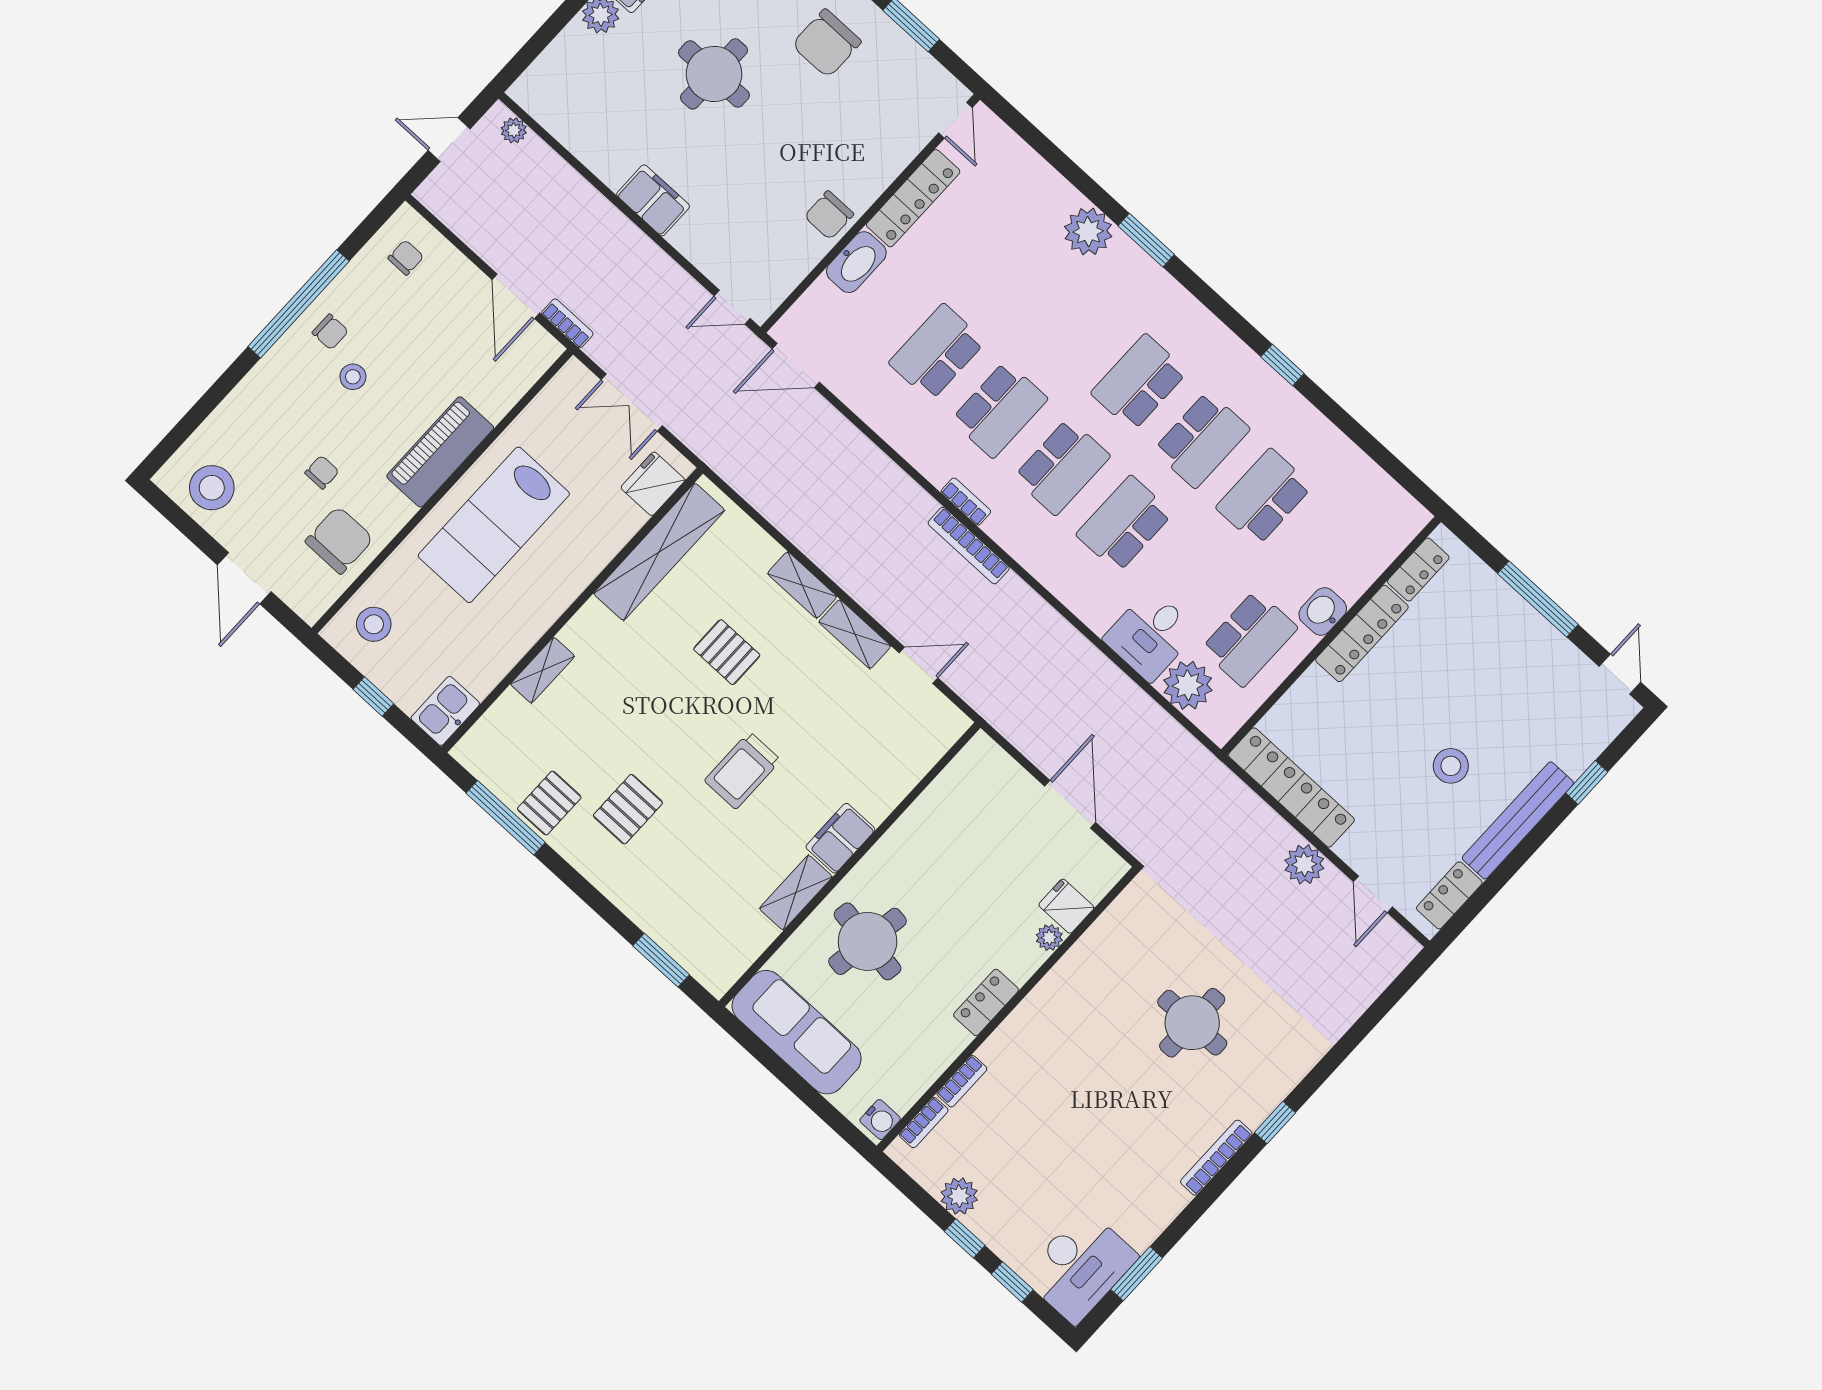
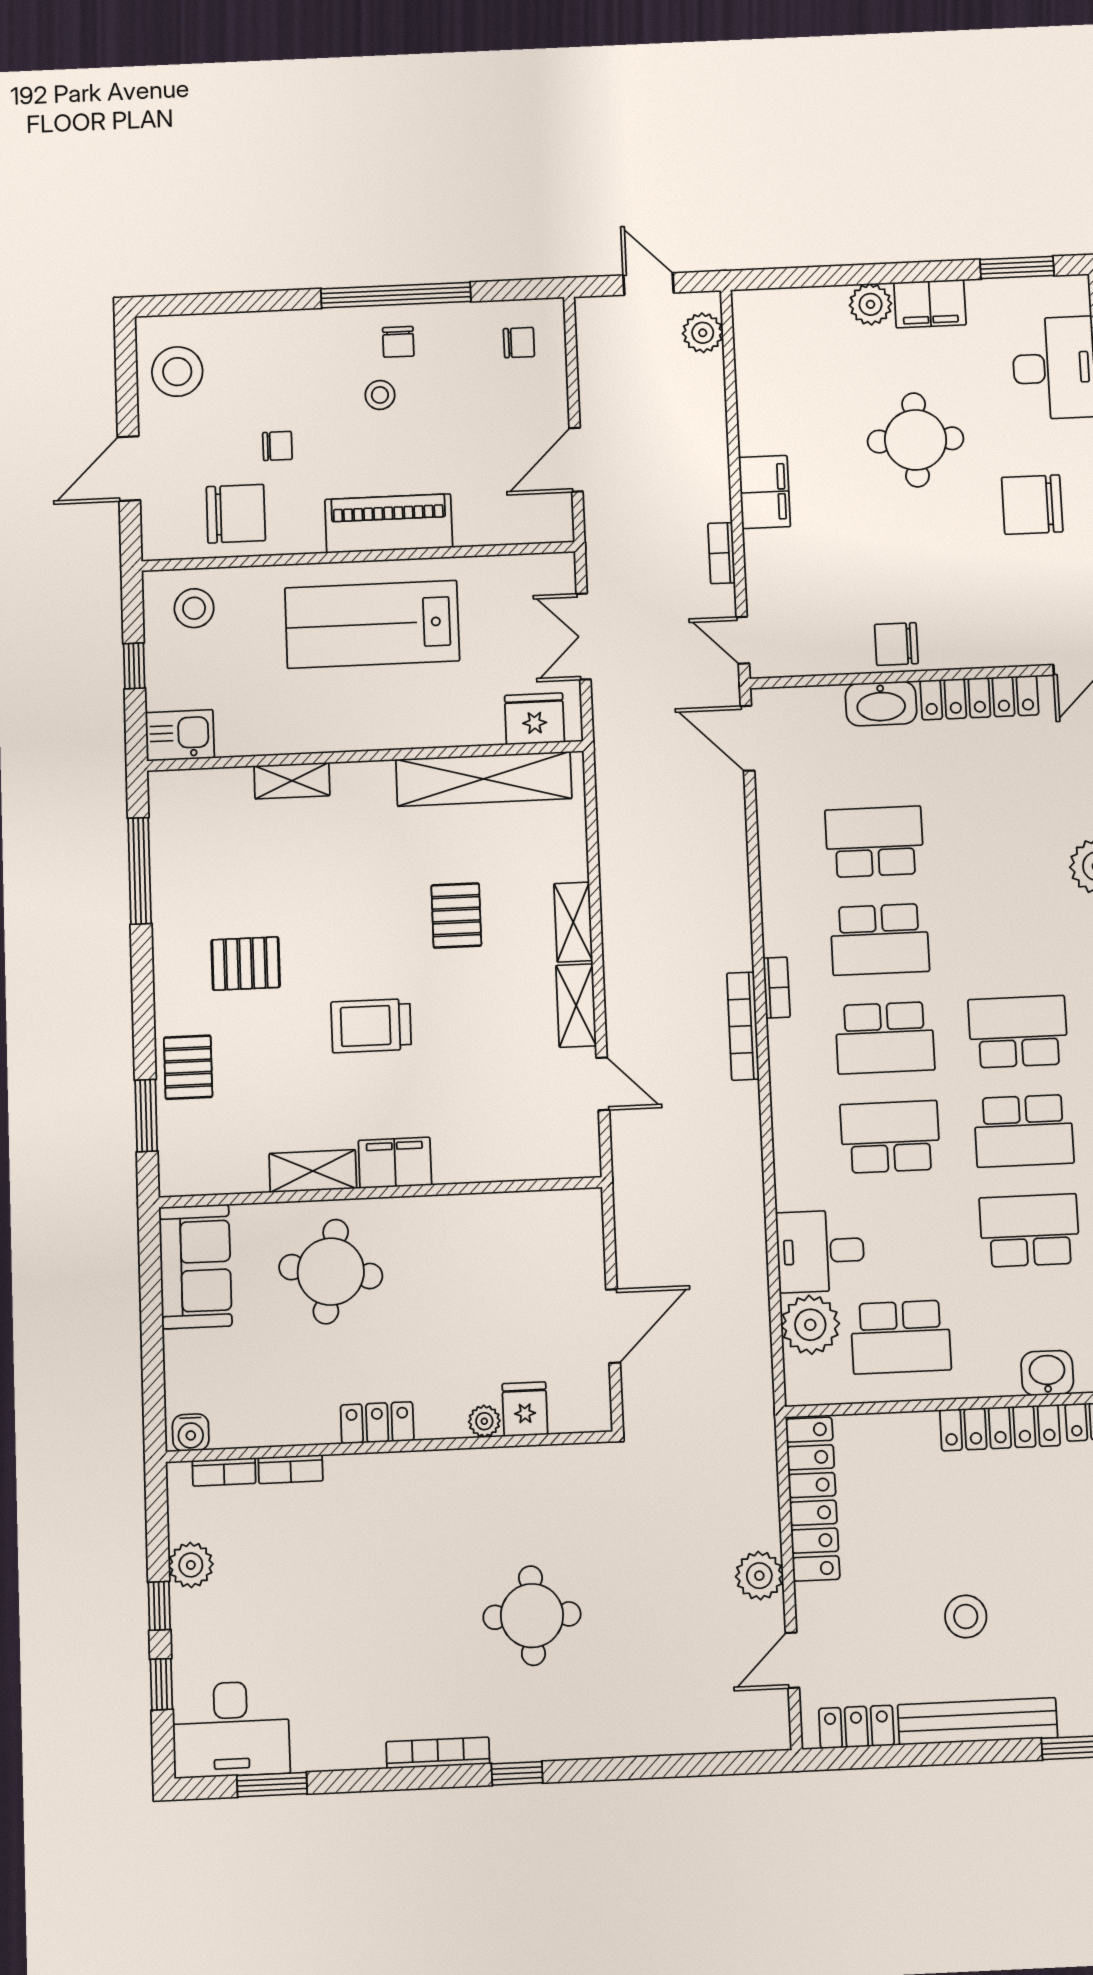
plant: (514, 130) -> (703, 333), width x1.38, depth x1.38
bookcase: (567, 323) -> (721, 553), moved, turned 180
washbasin: (1323, 611) -> (1047, 1373), moved
pallet: (549, 803) -> (188, 1067), moved, turned 90
sofa: (797, 1032) -> (195, 1266), width x0.73

